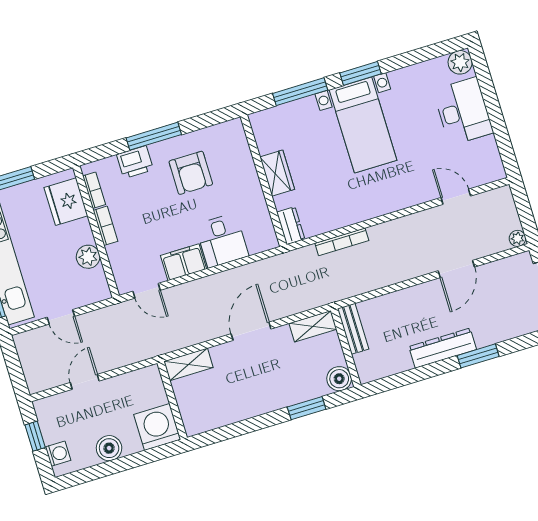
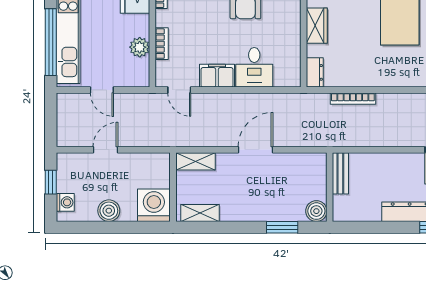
bookcase: (105, 226) -> (162, 44), moved
shelving: (313, 326) -> (200, 213), moved

